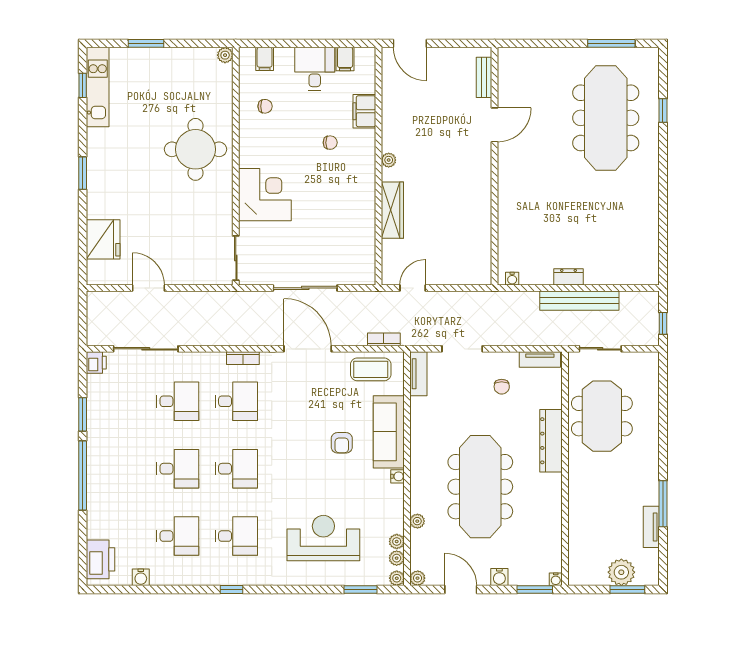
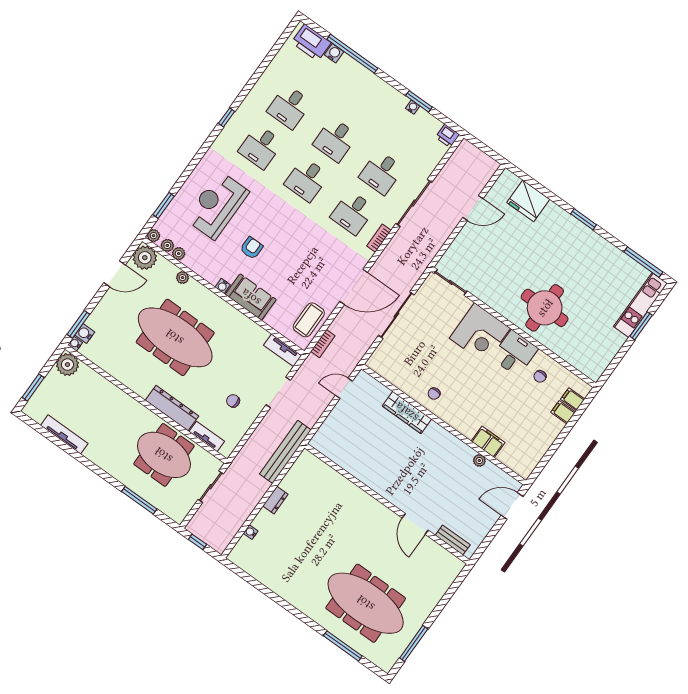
plant: (225, 55) -> (594, 374), removed
filing cabinet: (345, 59) -> (563, 412), moved
desk: (315, 69) -> (515, 353), moved, turned -90
window: (83, 85) -> (643, 262), width x2.17
kitchen unit: (98, 87) -> (640, 305), moved, turned 90
window: (663, 110) -> (343, 646), width x2.17
chair: (330, 143) -> (434, 394), moved
plant: (389, 160) -> (479, 461), moved
water cooler: (512, 279) -> (251, 532), moved
door: (413, 288) -> (344, 388), swing flipped
bench: (579, 301) -> (285, 452), moved
sliding door: (146, 349) -> (414, 203), moved
tv unit: (540, 359) -> (207, 436), moved, turned 90
water cooler: (93, 416) -> (413, 107), added
sofa: (389, 432) -> (251, 297), width x0.73
armchair: (342, 443) -> (252, 248), moved, turned 90
window: (83, 475) -> (352, 54), moved
window: (663, 504) -> (139, 500), moved
tv unit: (651, 527) -> (64, 434), width x1.41
reception desk: (323, 538) -> (217, 205), turned 180
plant: (621, 572) -> (67, 365), moved
water cooler: (141, 577) -> (334, 53), moved, turned 90
water cooler: (499, 577) -> (85, 333), moved
plant: (418, 578) -> (145, 258), width x1.87, depth x1.87

